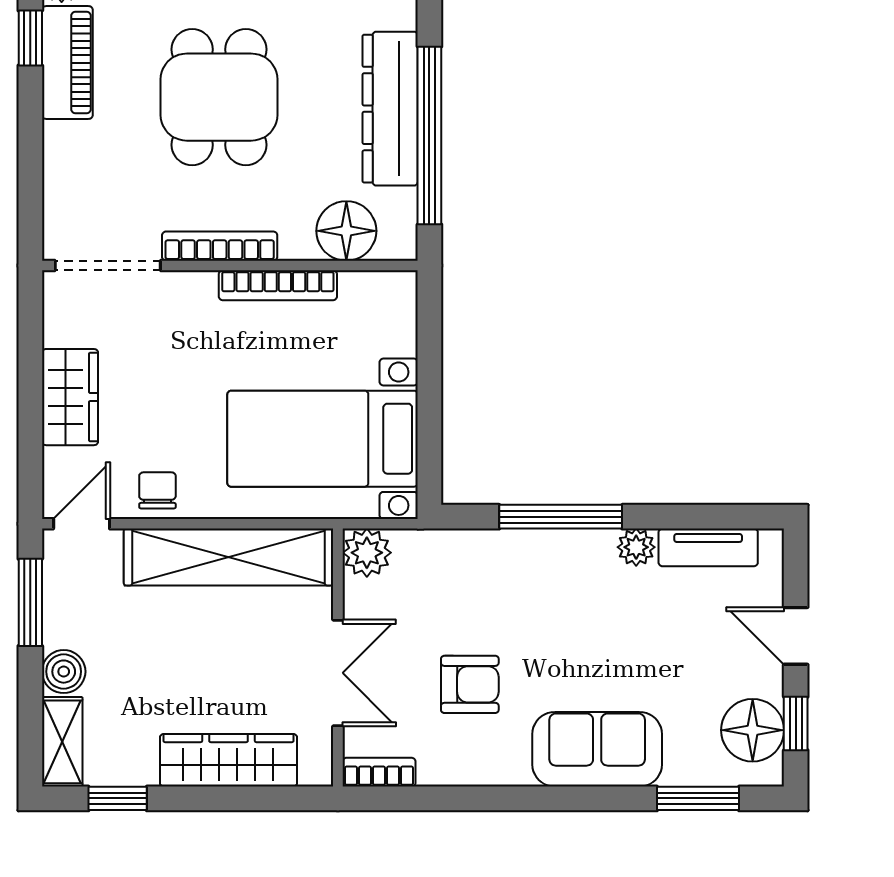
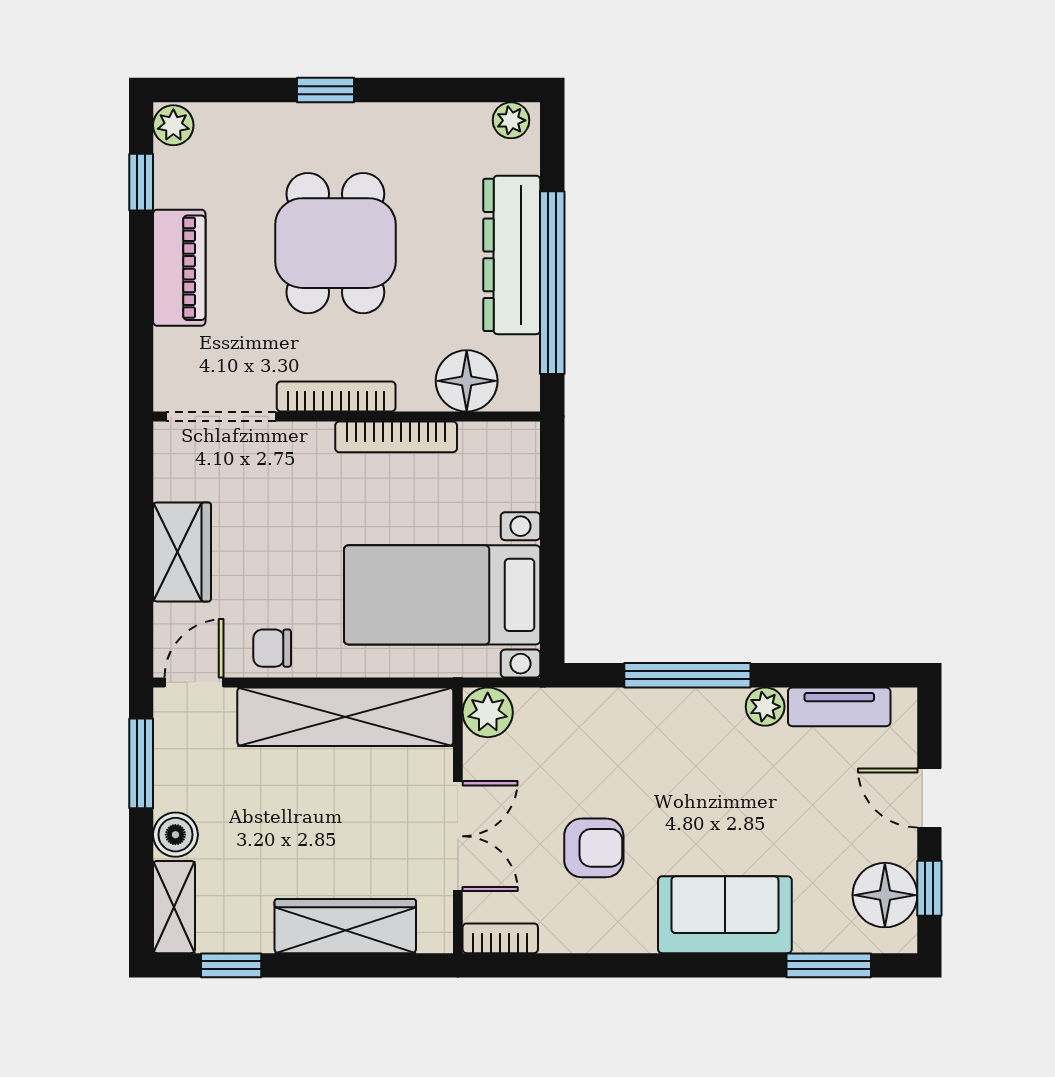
piano: (67, 63) -> (179, 268), moved
chair: (157, 490) -> (272, 648), turned -90

